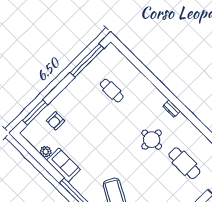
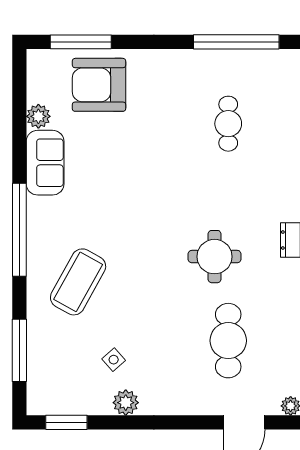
armchair: (55, 121) -> (99, 85), width x1.88, depth x1.88

